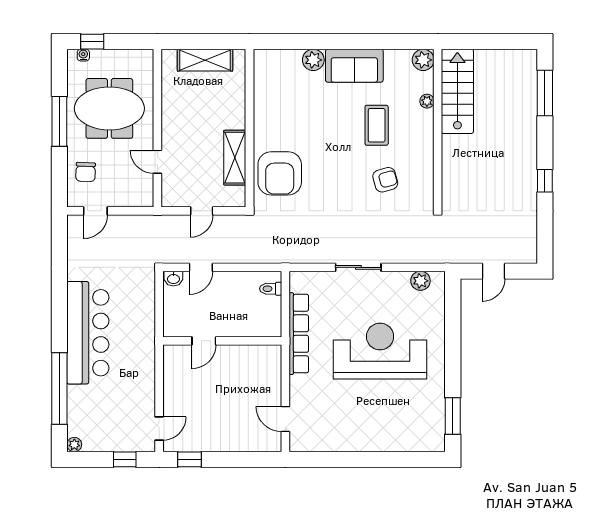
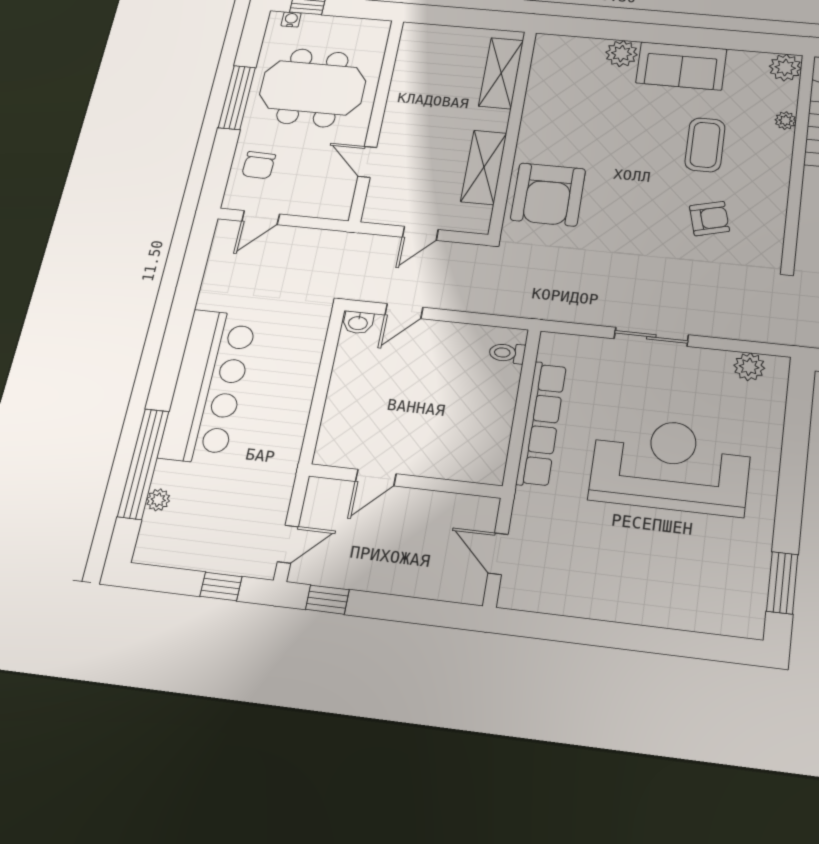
shelving: (205, 60) -> (501, 73), moved, turned 90
door: (204, 341) -> (376, 478), moved
wall: (222, 341) -> (405, 481), moved
plant: (74, 445) -> (158, 500), moved

